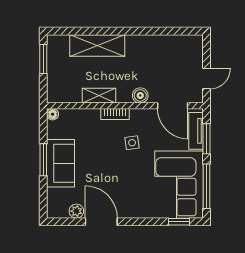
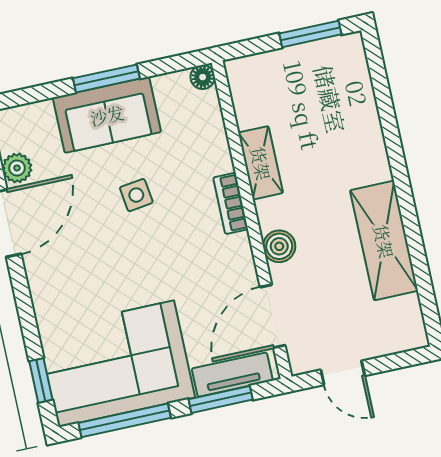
shelving: (97, 45) -> (384, 241), moved
side table: (132, 143) -> (136, 195), moved

